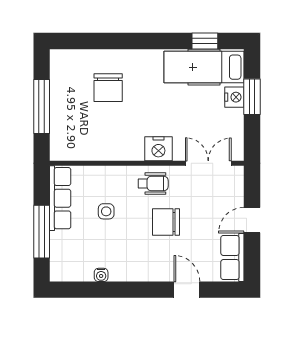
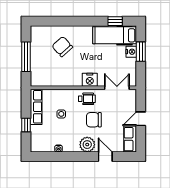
chair: (108, 88) -> (62, 47), turned 138
window: (42, 232) -> (26, 125), width x0.46
plant: (154, 267) -> (87, 145), added

